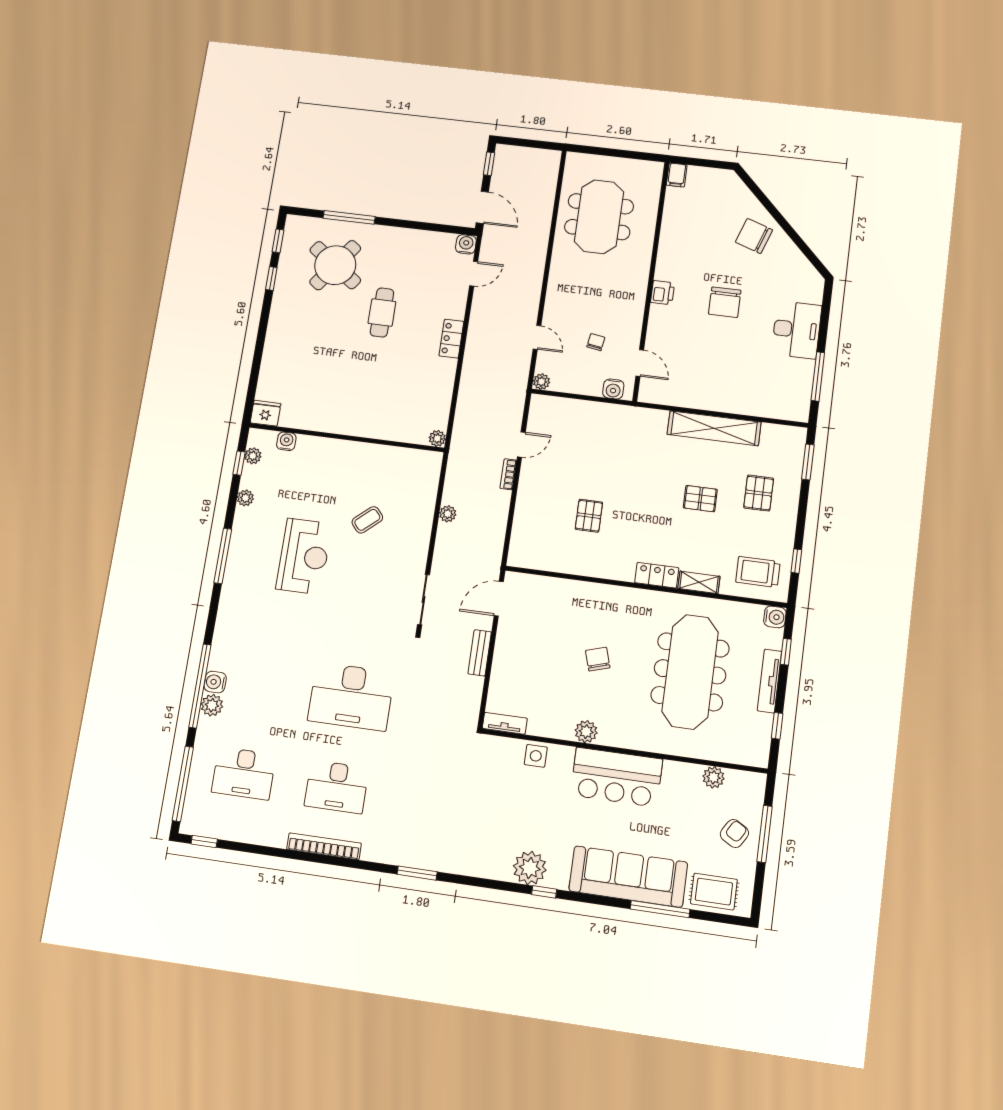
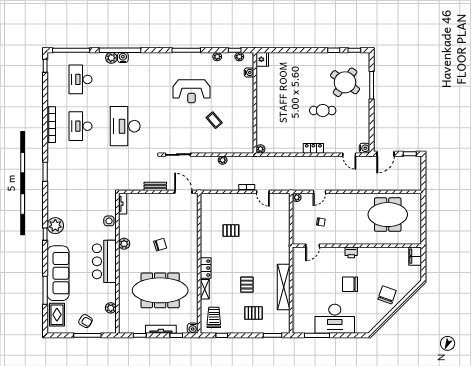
filing cabinet: (677, 175) -> (415, 256), width x2.00
desk: (797, 330) -> (335, 319), width x1.36, depth x1.30
water cooler: (613, 389) -> (297, 234), removed

